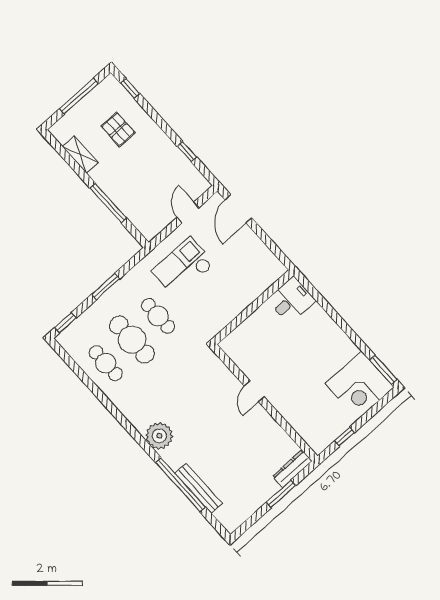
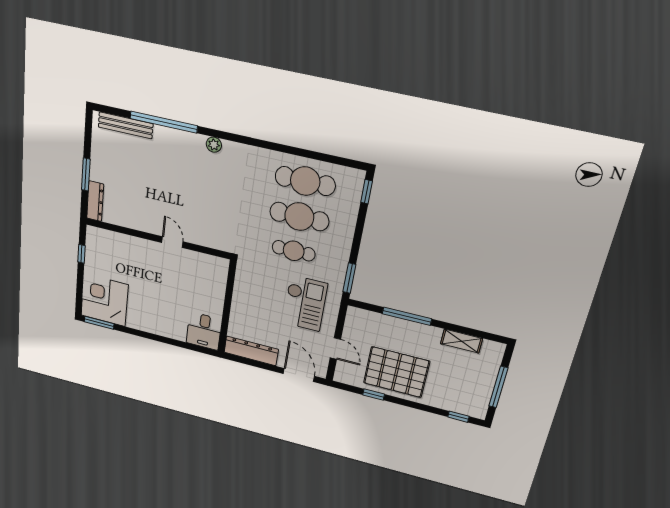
pallet: (118, 129) -> (396, 372), moved, width x2.05, depth x2.00
dresser: (263, 256) -> (251, 351), added
window: (106, 287) -> (349, 278), moved
cafe table: (106, 363) -> (305, 181), width x1.37, depth x1.35
plant: (159, 436) -> (214, 145), width x0.53, depth x0.53
bench: (199, 488) -> (126, 125), moved

